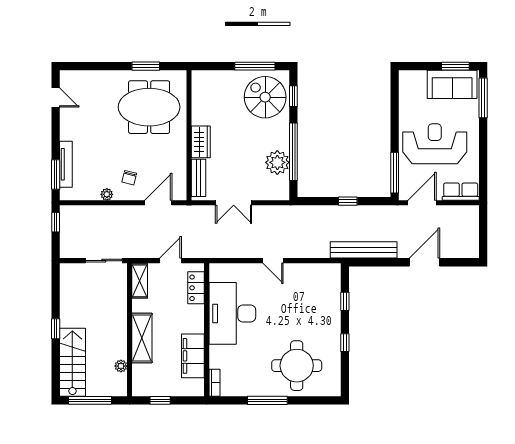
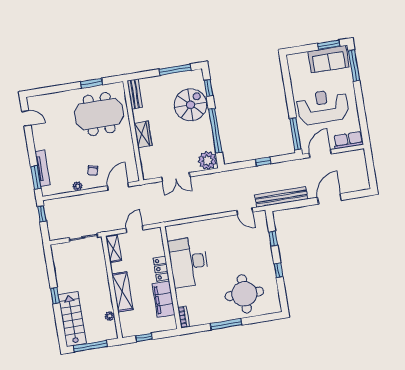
spiral stairs: (265, 97) -> (190, 105), moved, turned 90
plant: (277, 162) -> (207, 160), moved
bench: (199, 178) -> (135, 94), moved
door: (273, 261) -> (245, 211), moved
locker: (196, 288) -> (161, 269), moved

